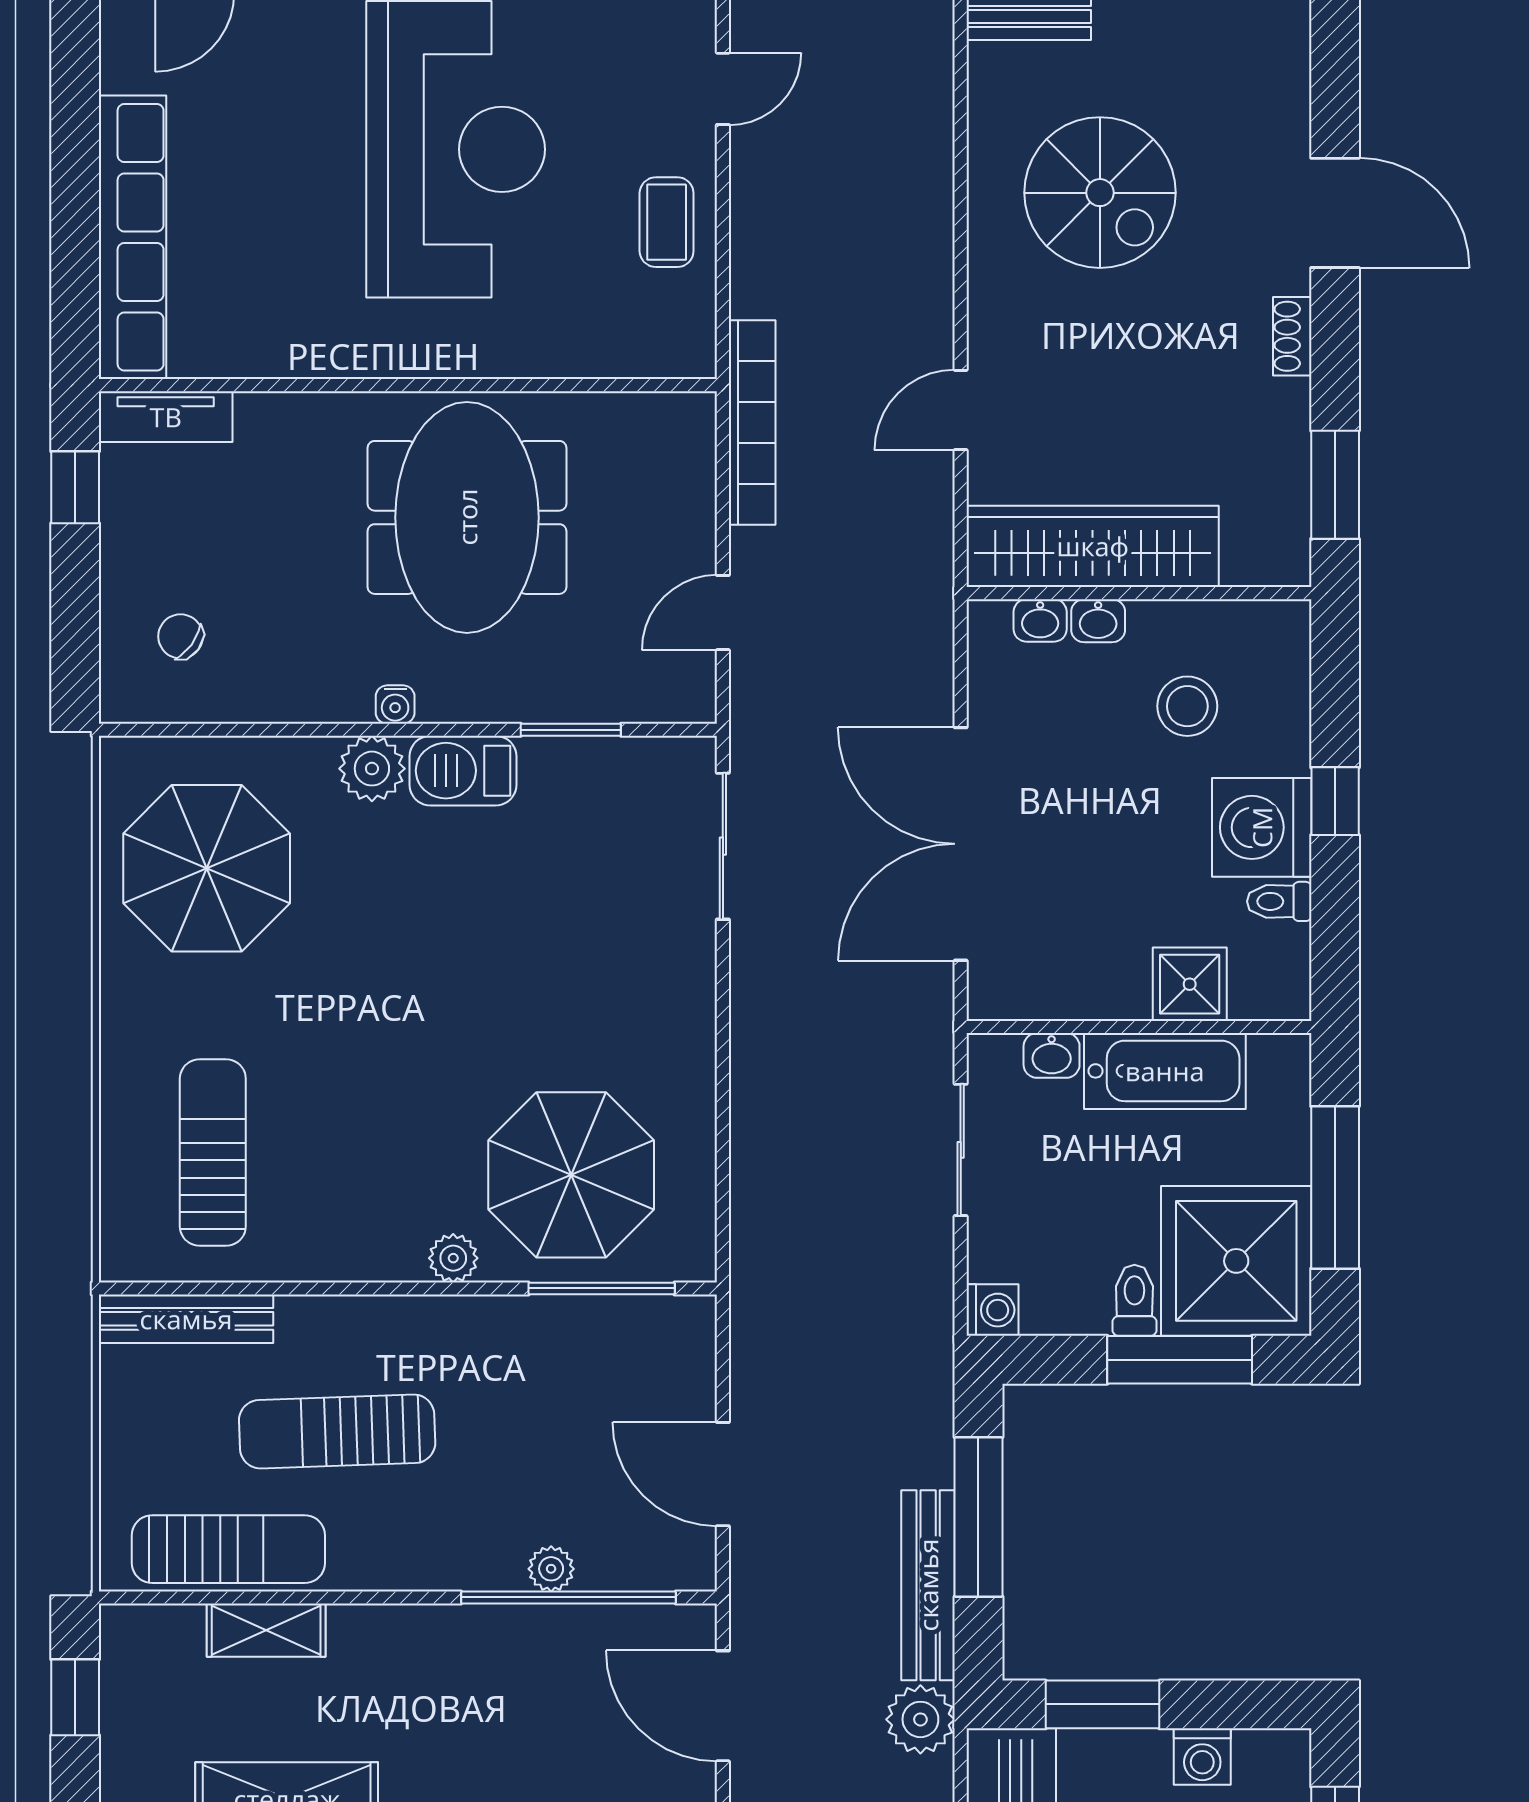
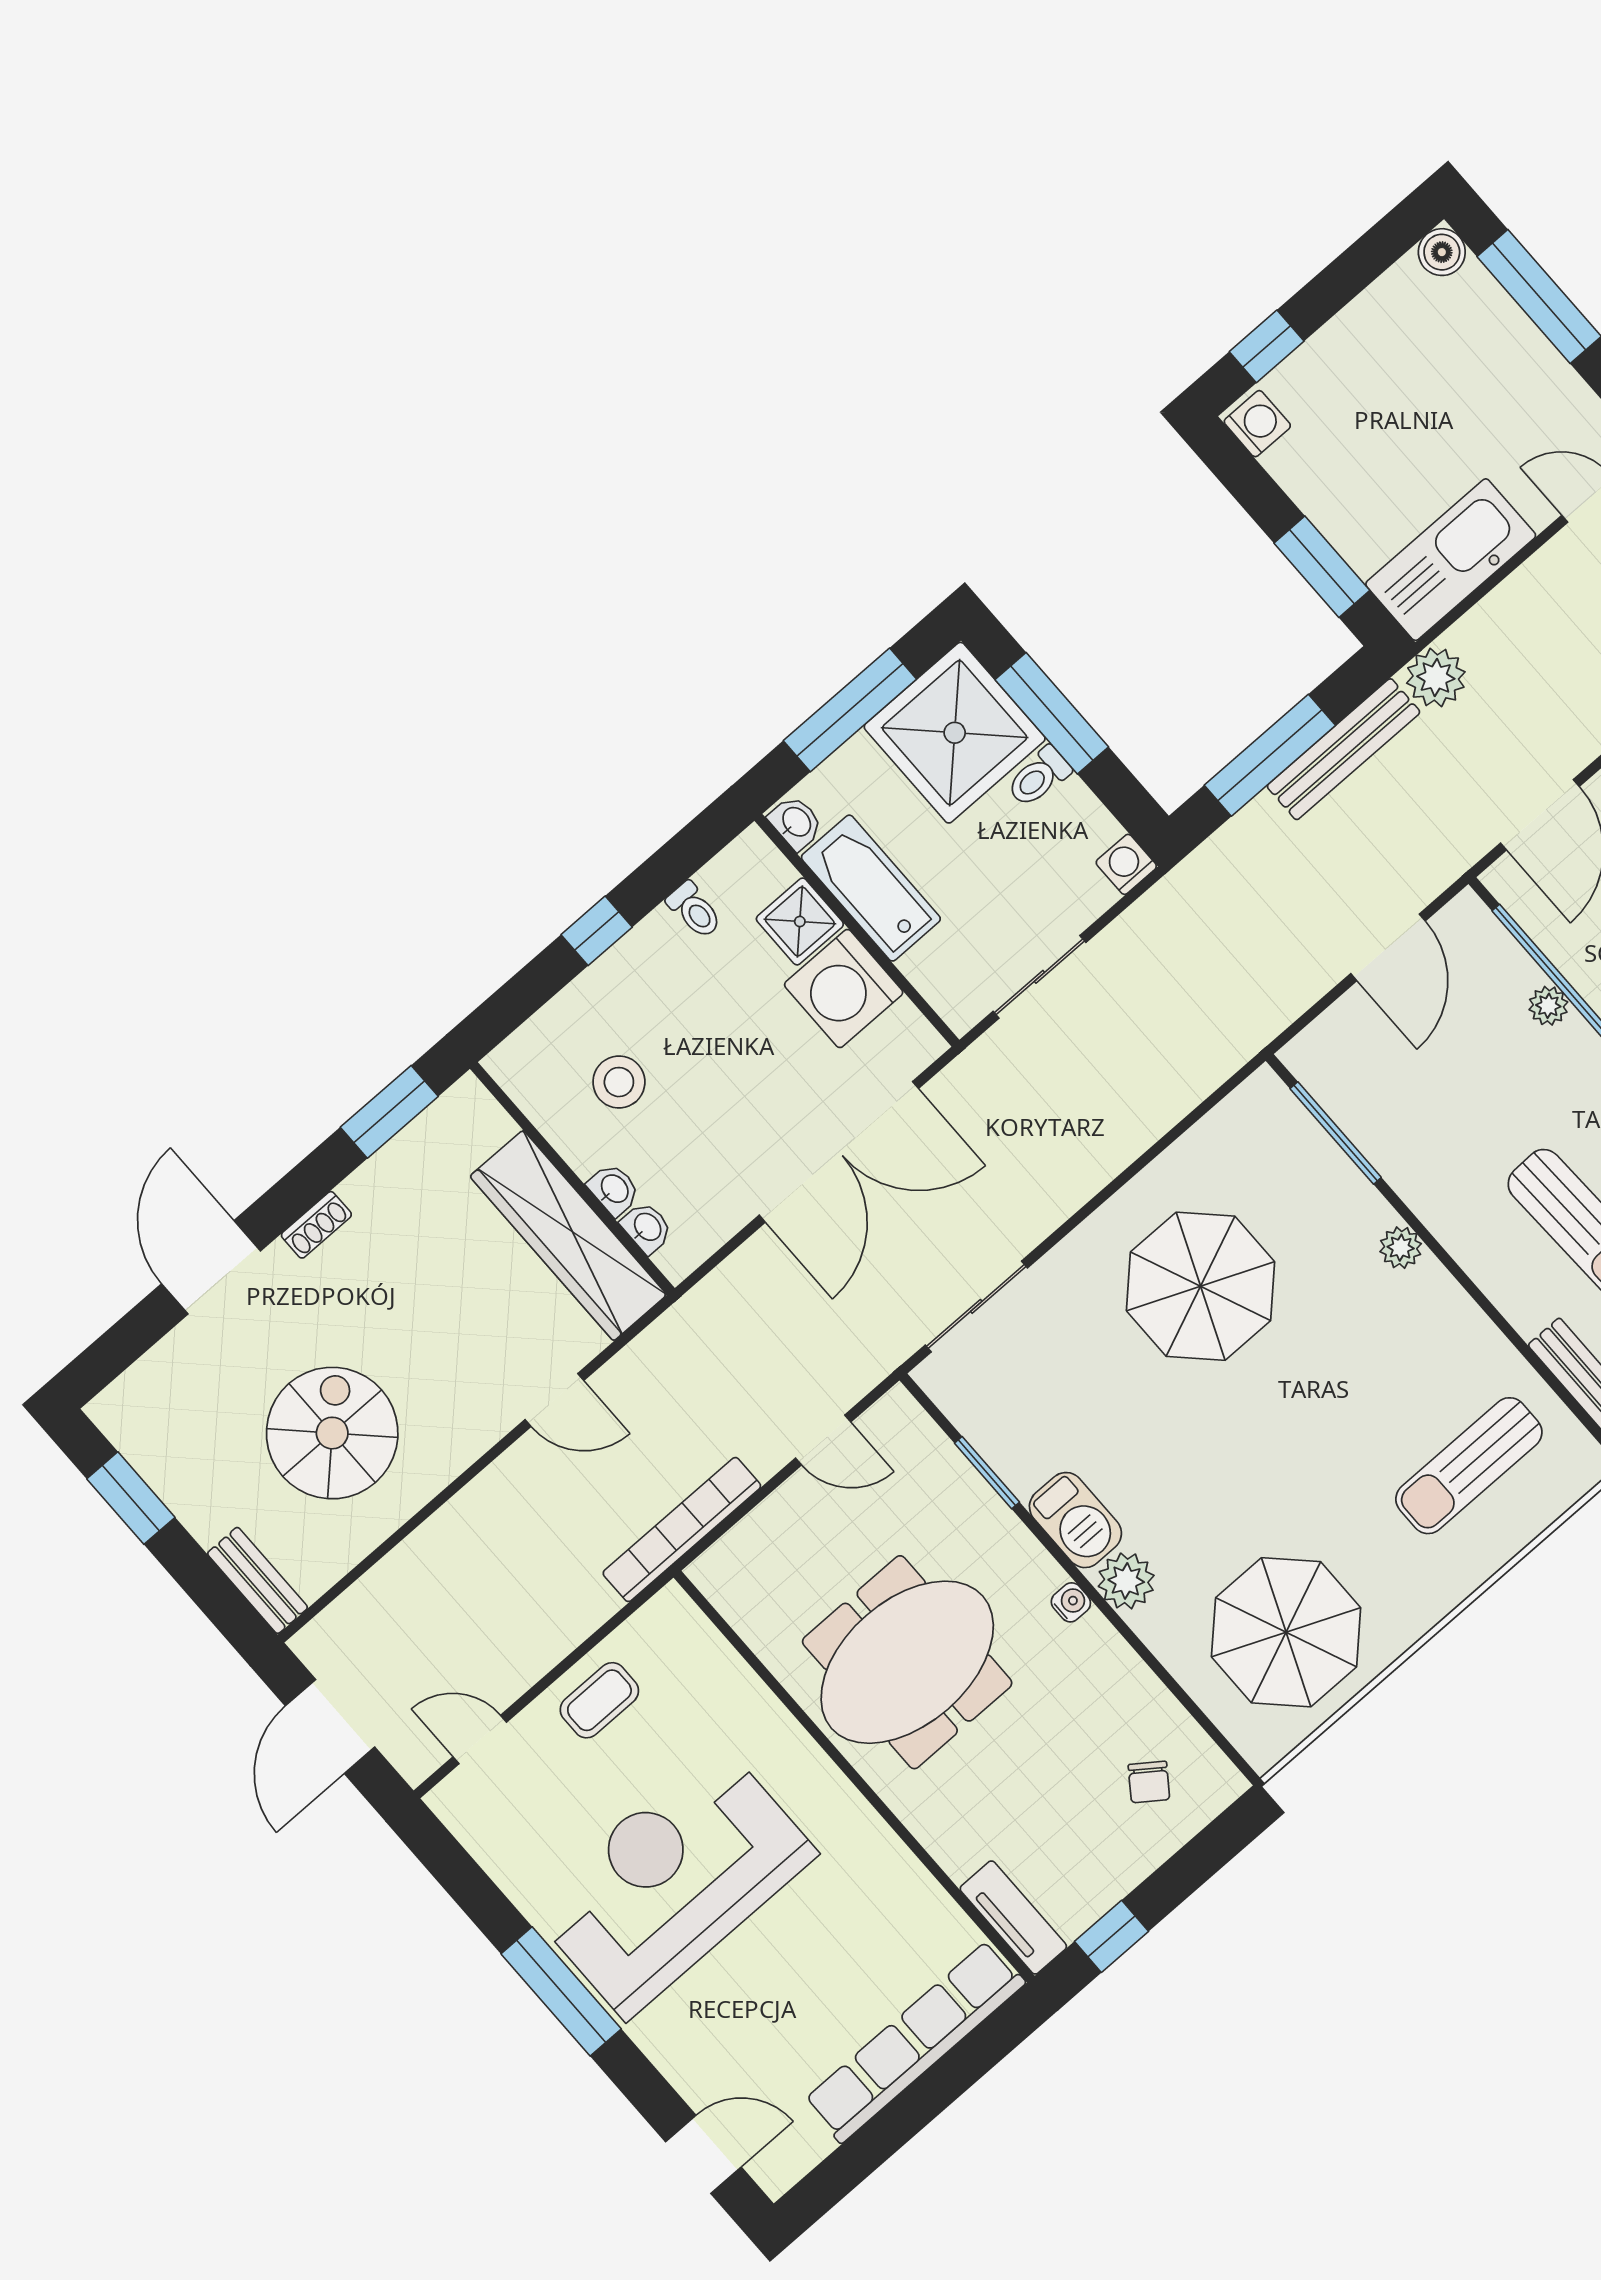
washing machine: (1262, 827) -> (844, 989), moved, turned 90
washbasin: (1052, 1055) -> (796, 823), moved
parasol: (571, 1175) -> (1201, 1286), moved
washing machine: (1202, 1757) -> (1257, 424), moved

